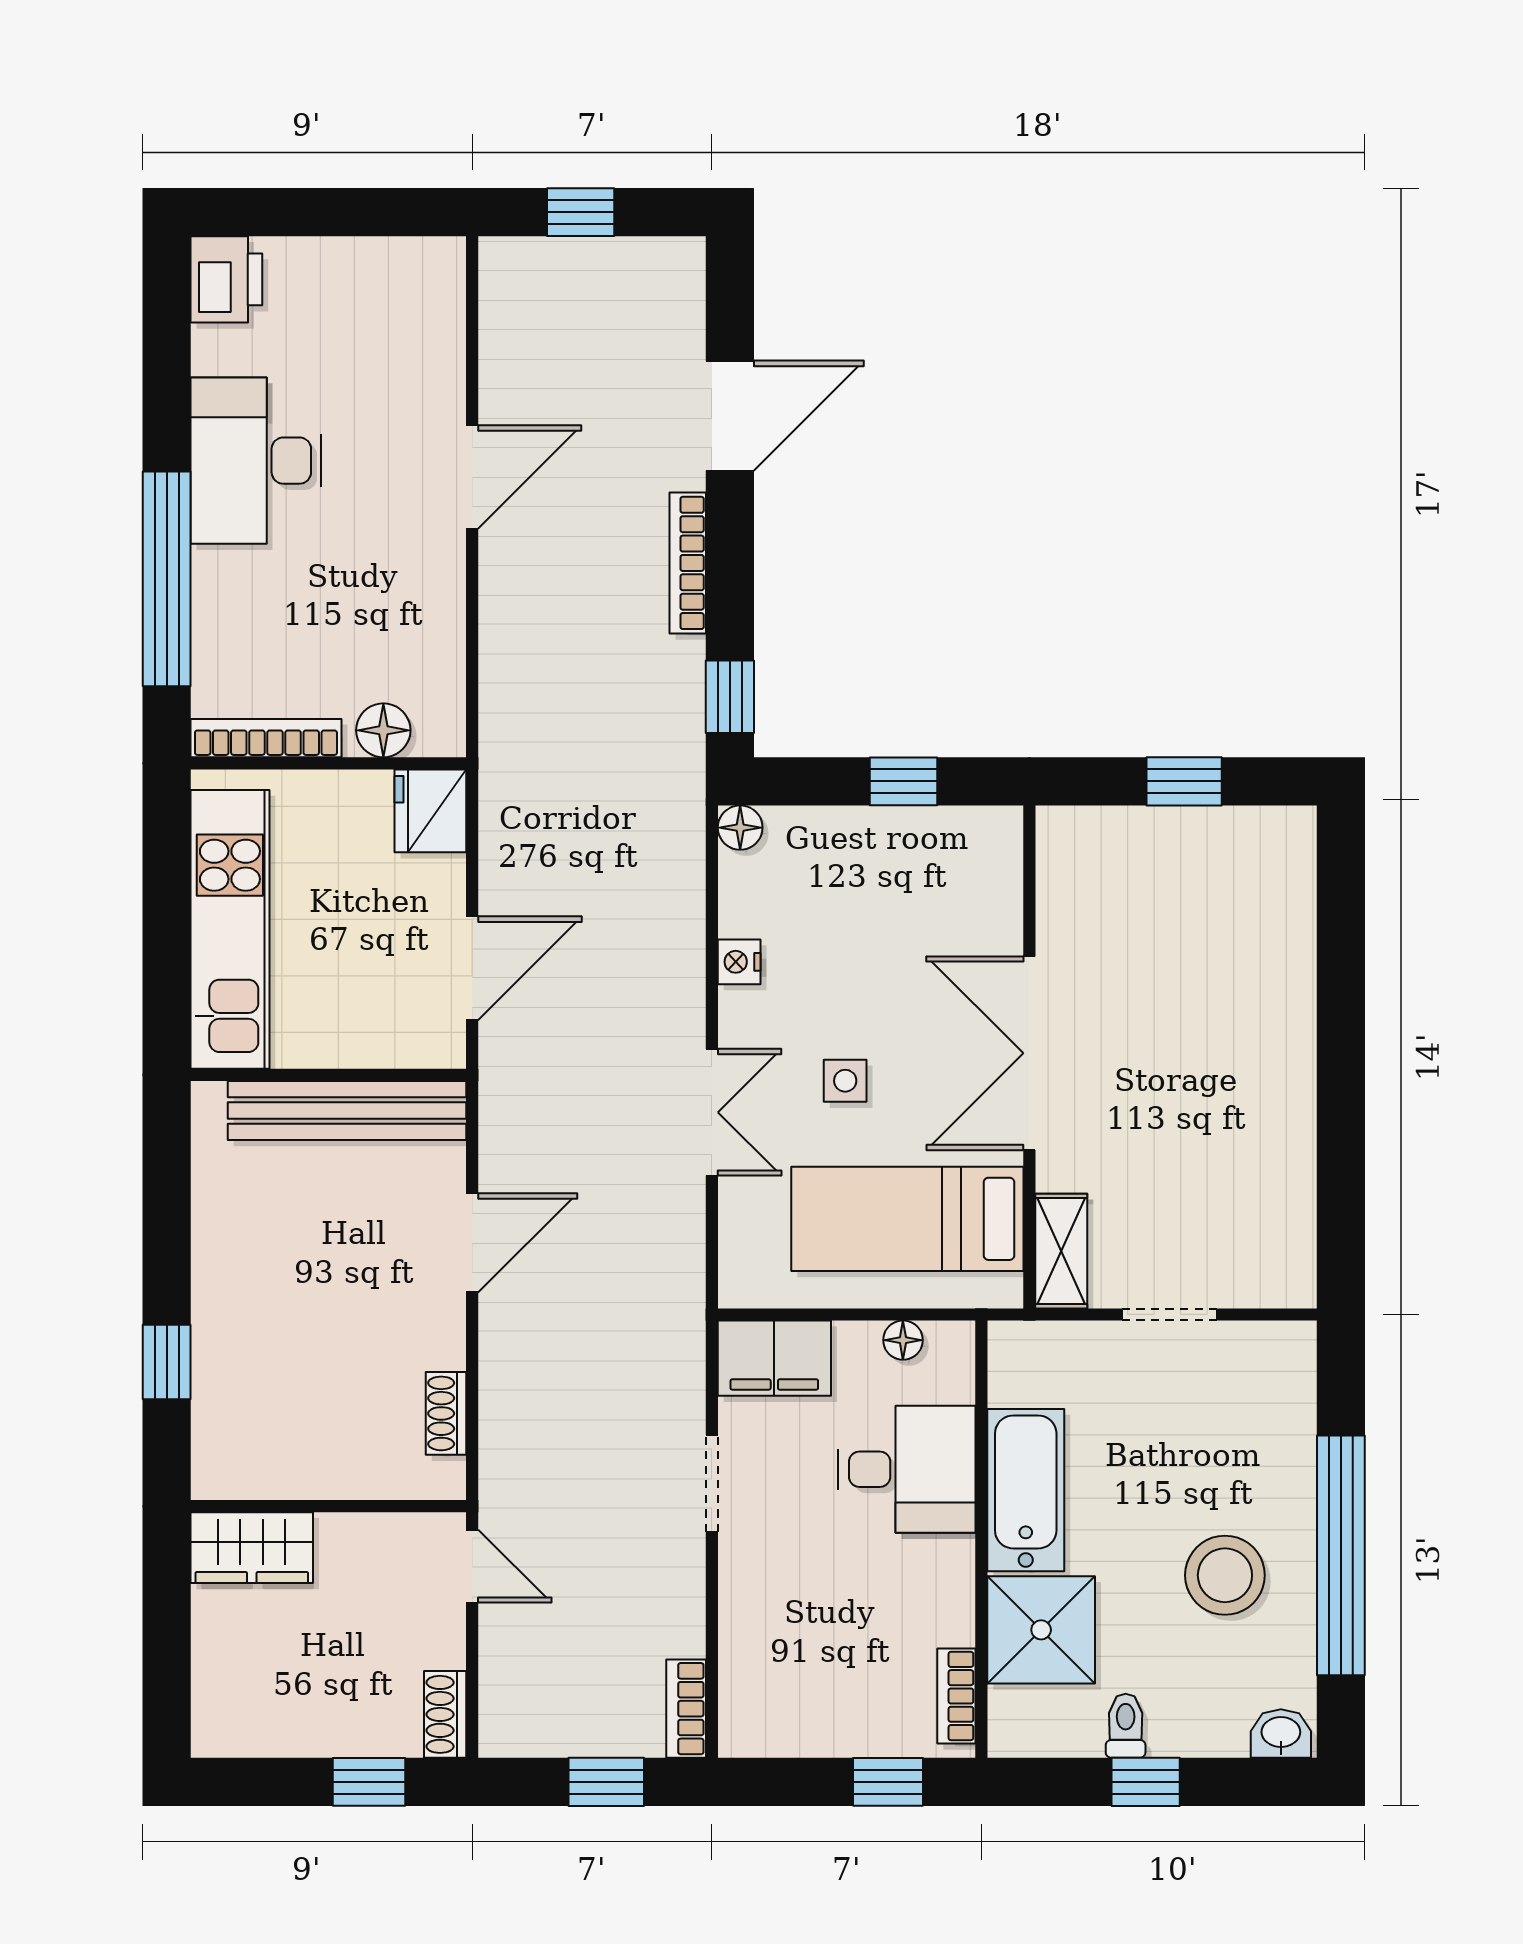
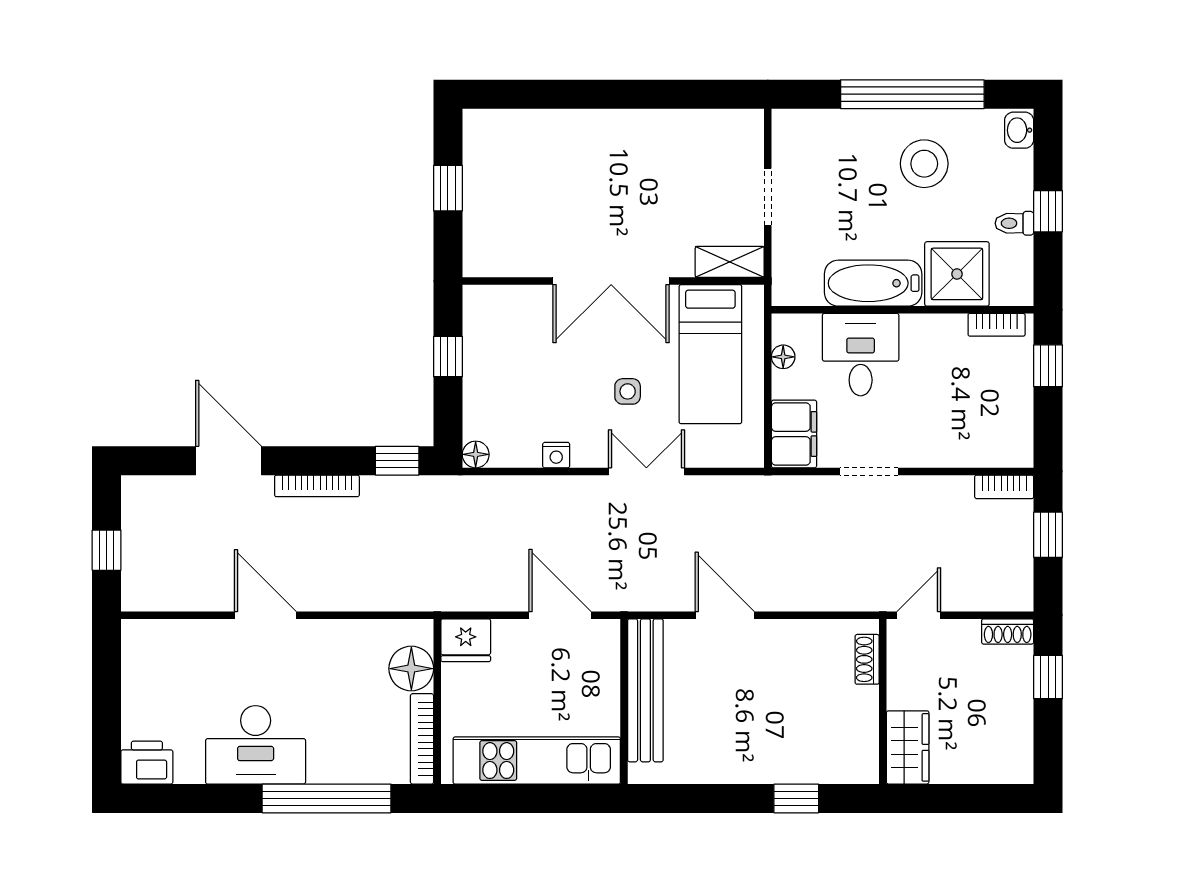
floor lamp: (383, 730) -> (411, 669), width x1.38, depth x1.38
shoe rack: (446, 1413) -> (867, 659), moved, turned 90

